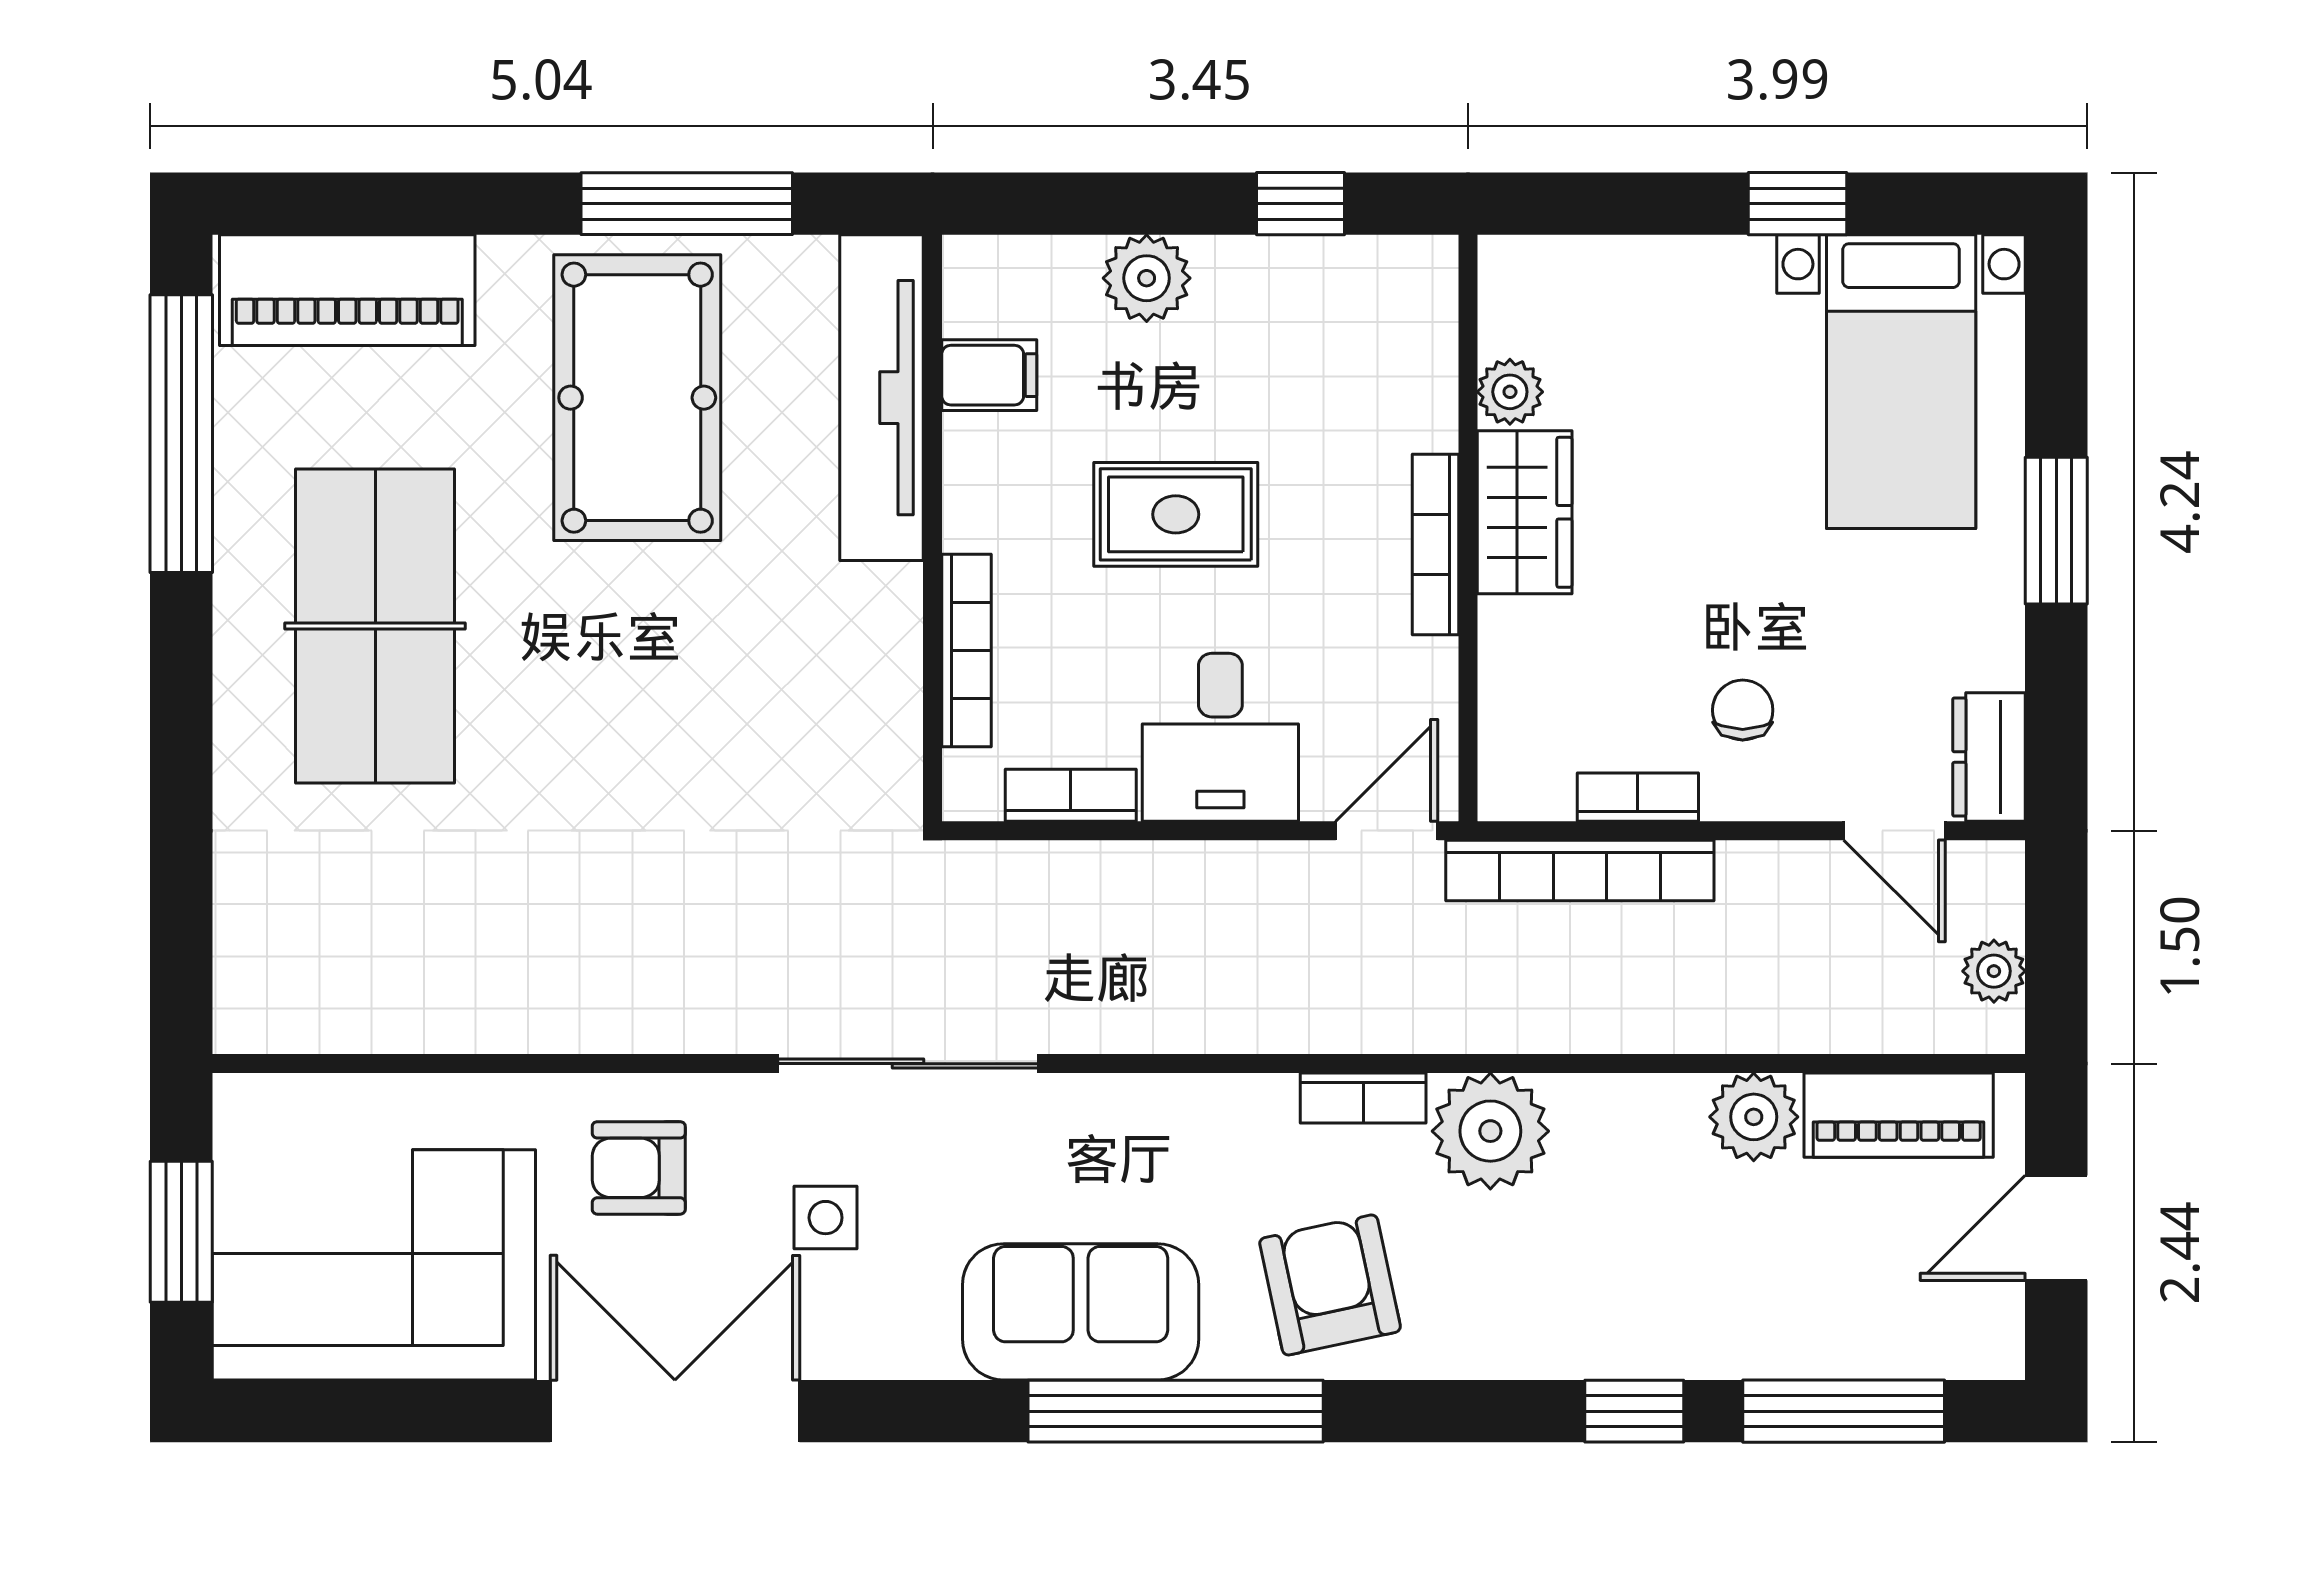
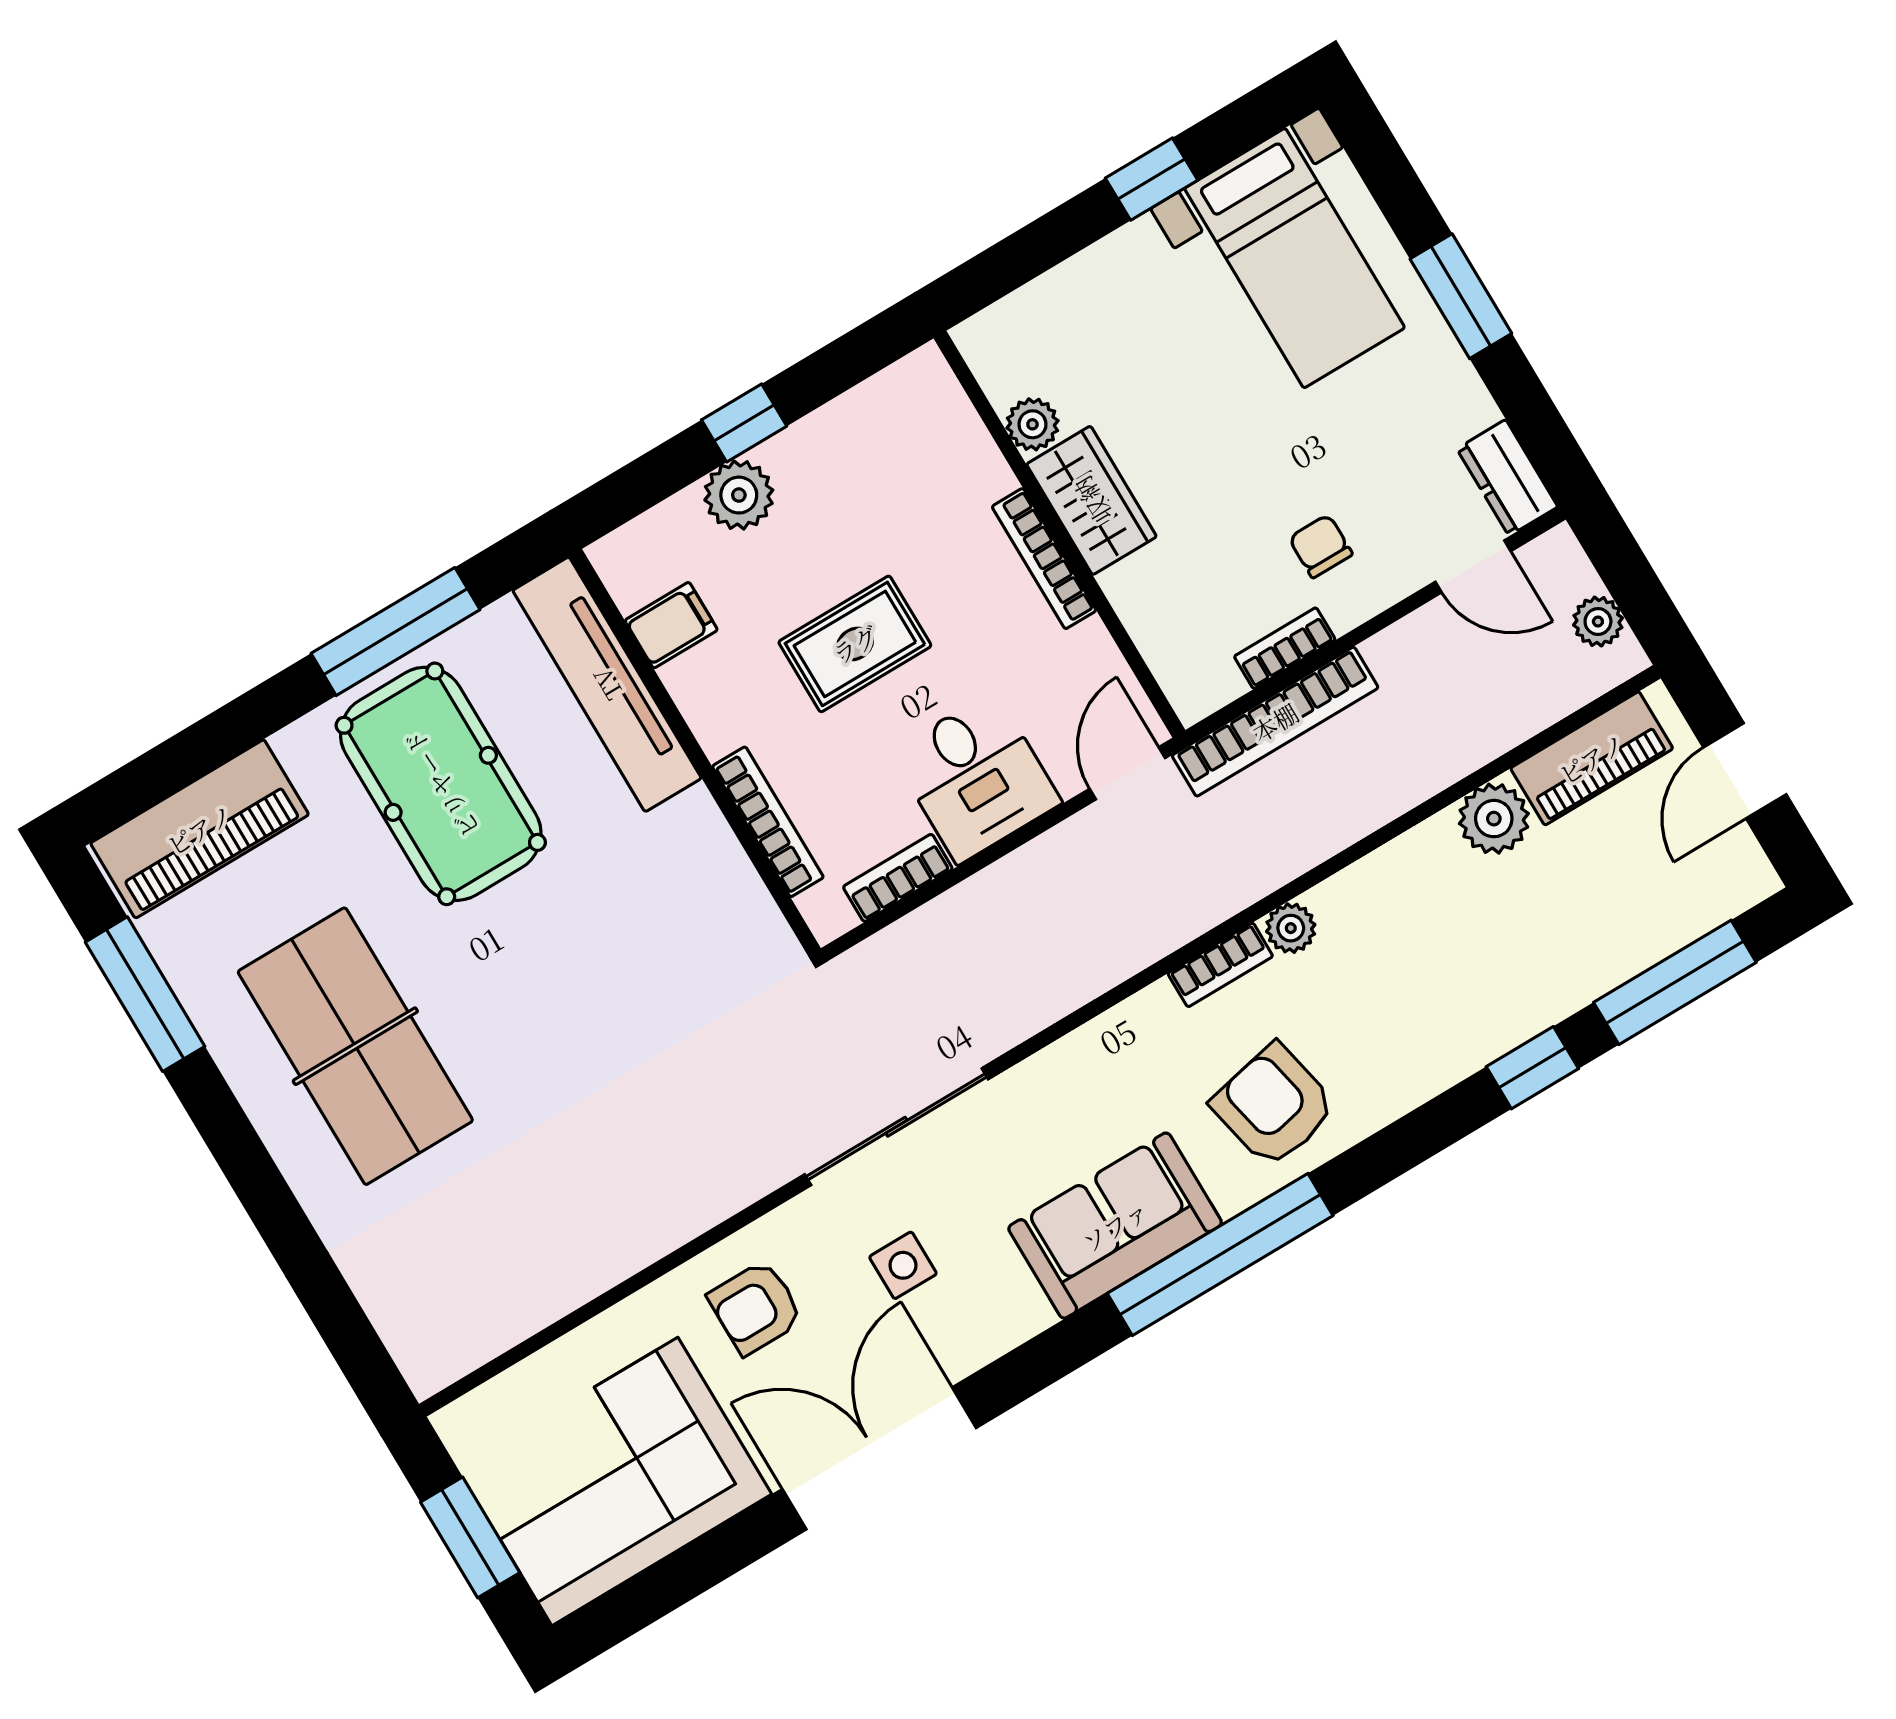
window: (1301, 204) -> (744, 423), moved
window: (181, 434) -> (145, 994), width x0.68
plant: (1490, 1131) -> (1291, 928), width x0.53, depth x0.53

